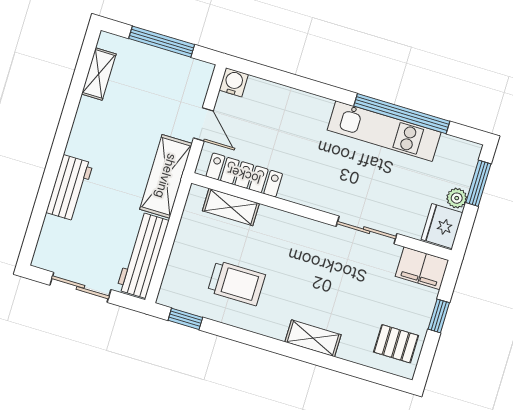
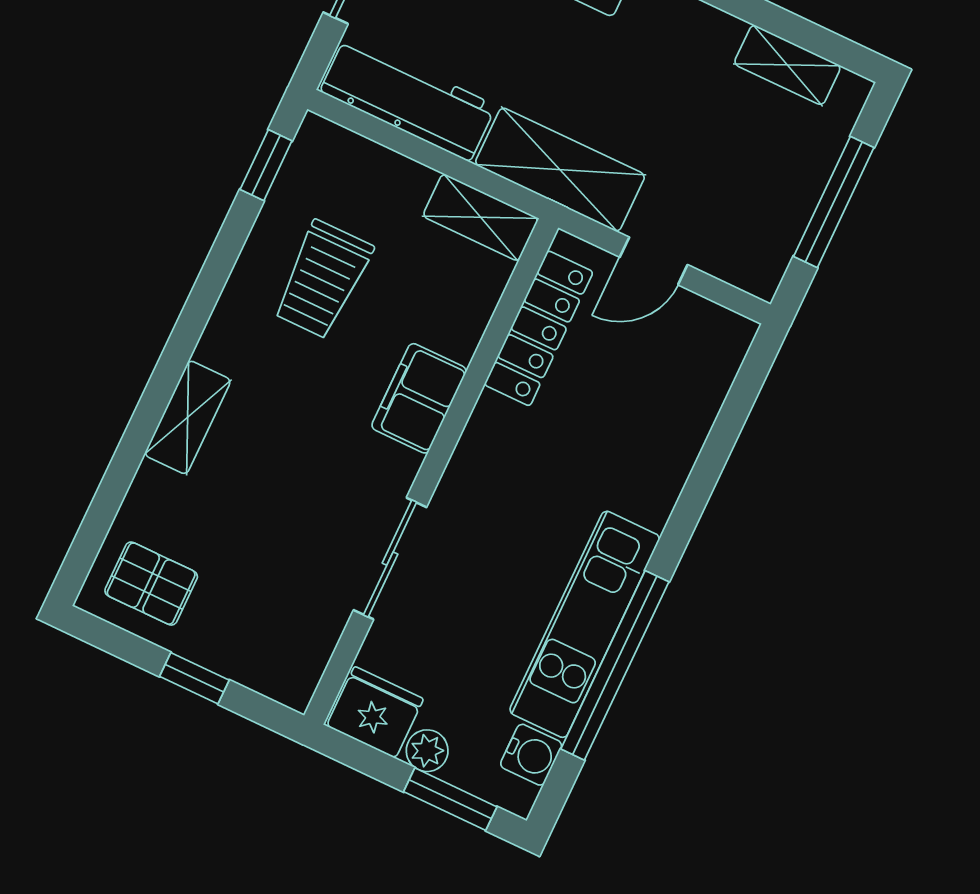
water cooler: (234, 82) -> (531, 755), moved
shelving: (231, 207) -> (481, 217), moved, turned 90
filing cabinet: (422, 268) -> (419, 398), moved
pallet: (396, 344) -> (151, 584), turned 90

